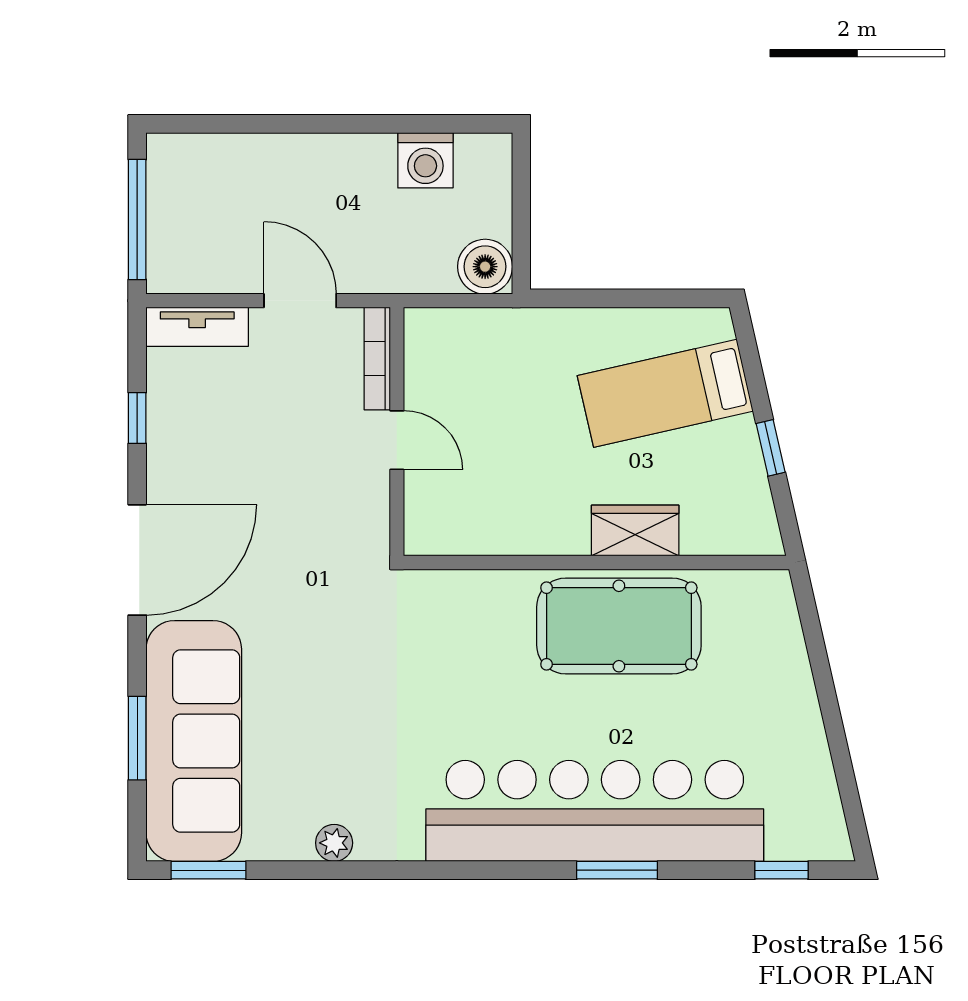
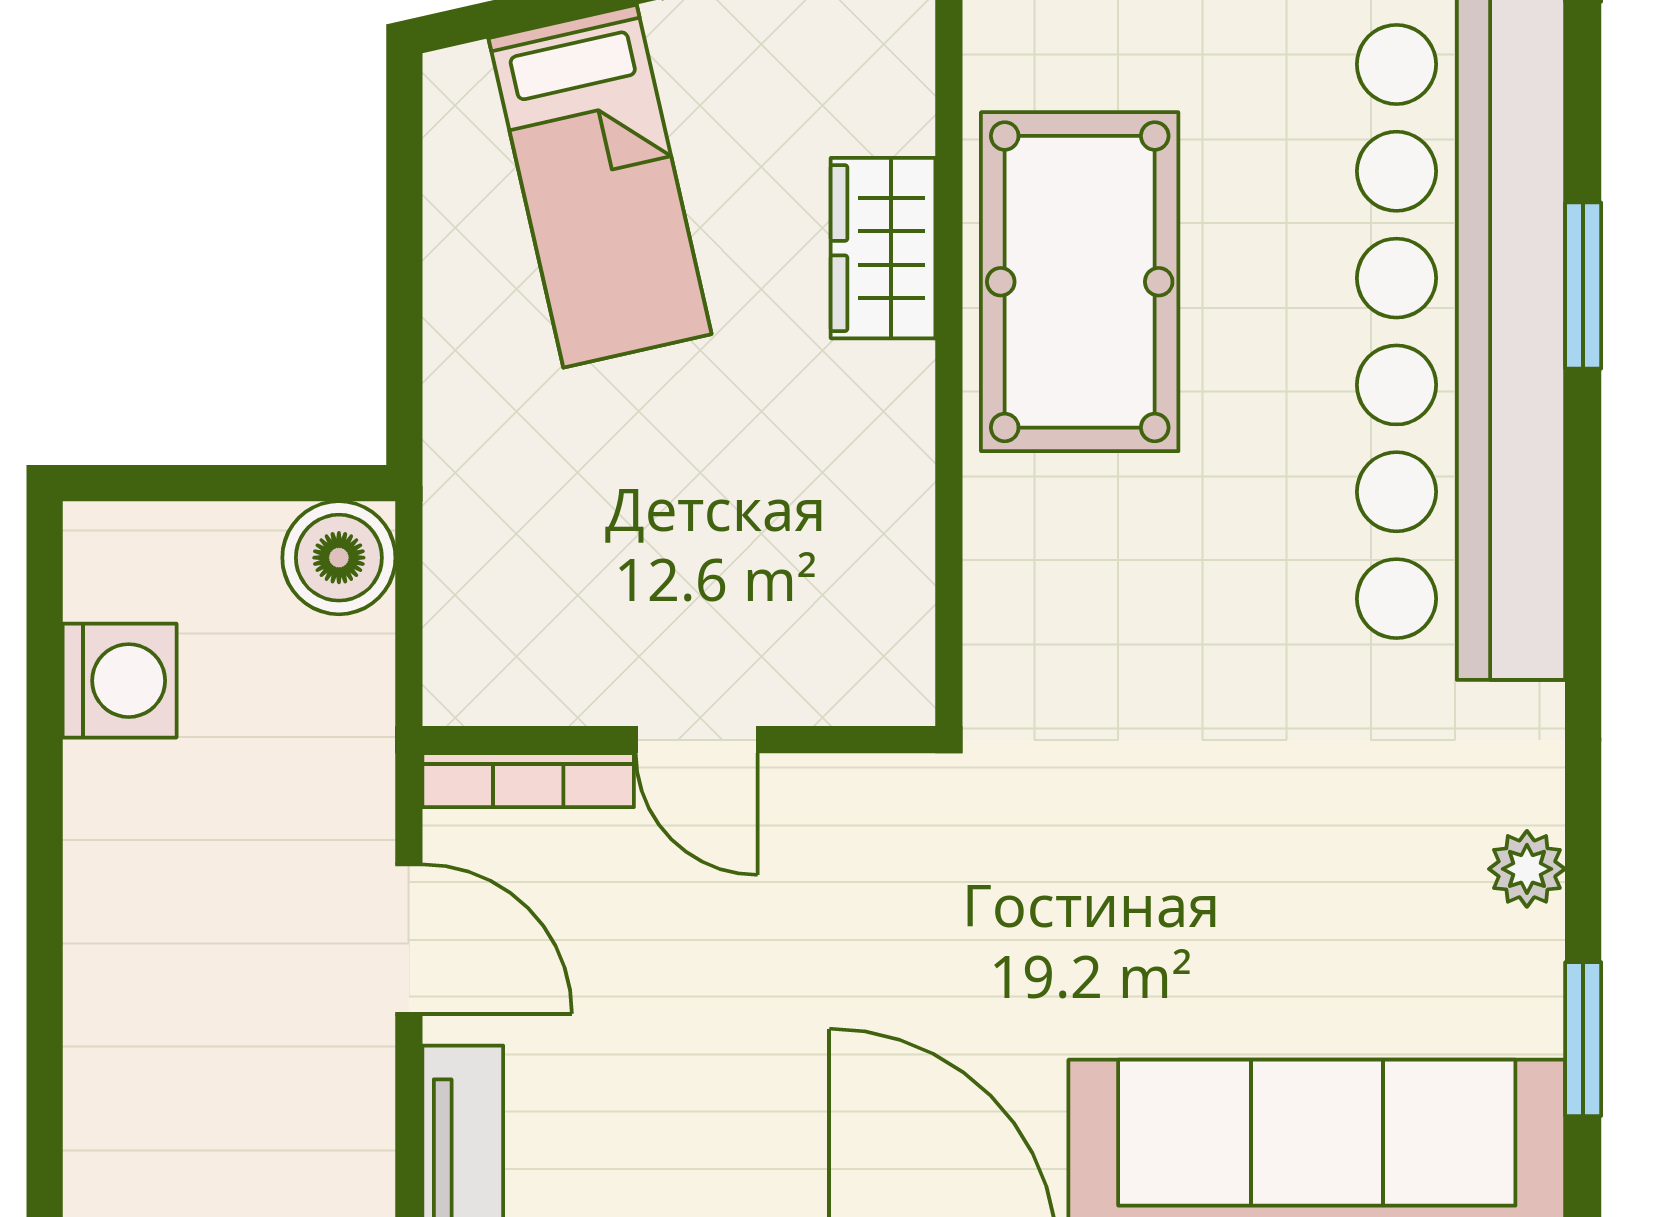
door: (300, 301) -> (409, 939), swing flipped
door: (397, 440) -> (697, 740), swing flipped
window: (208, 870) -> (1583, 1039), moved

